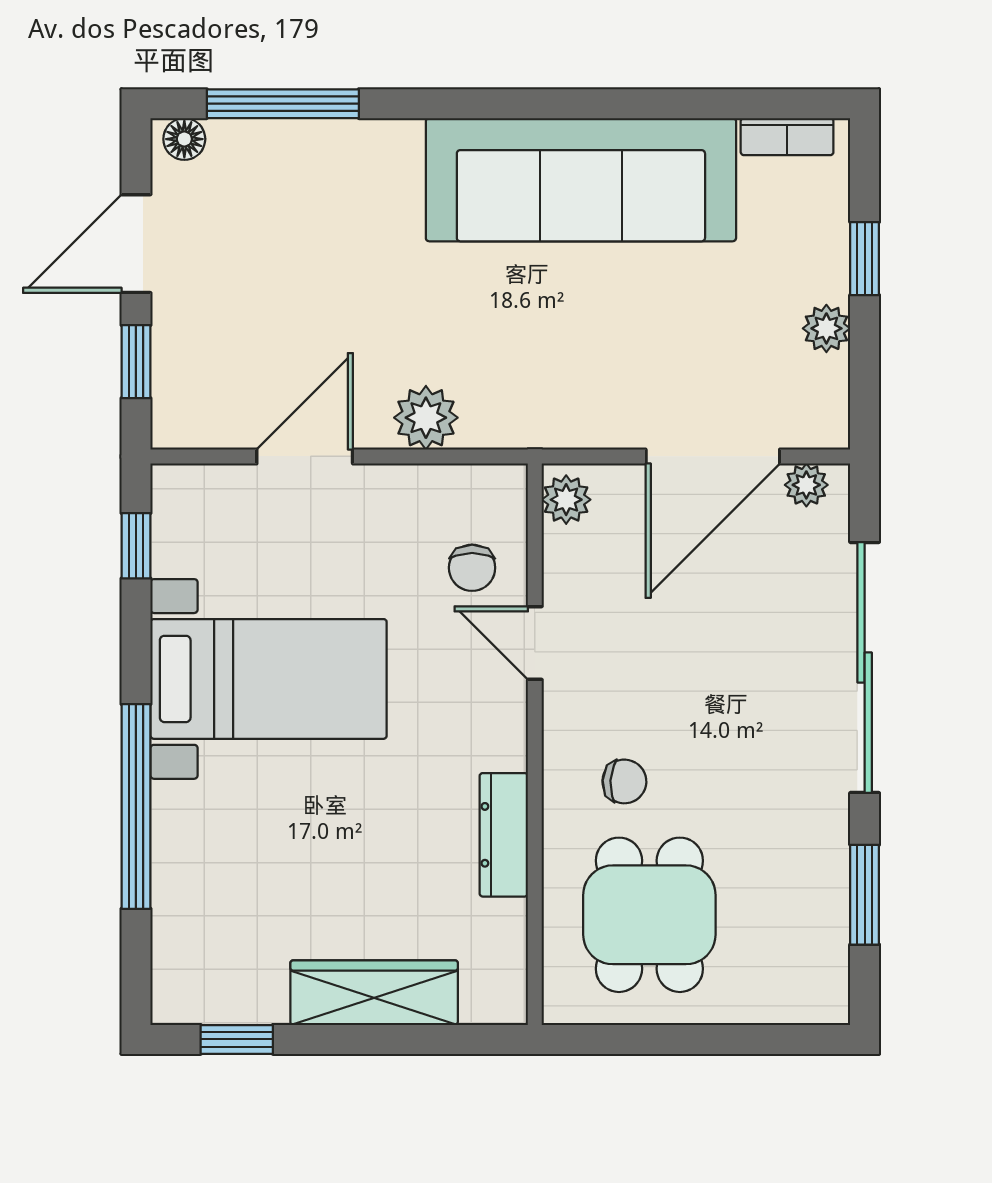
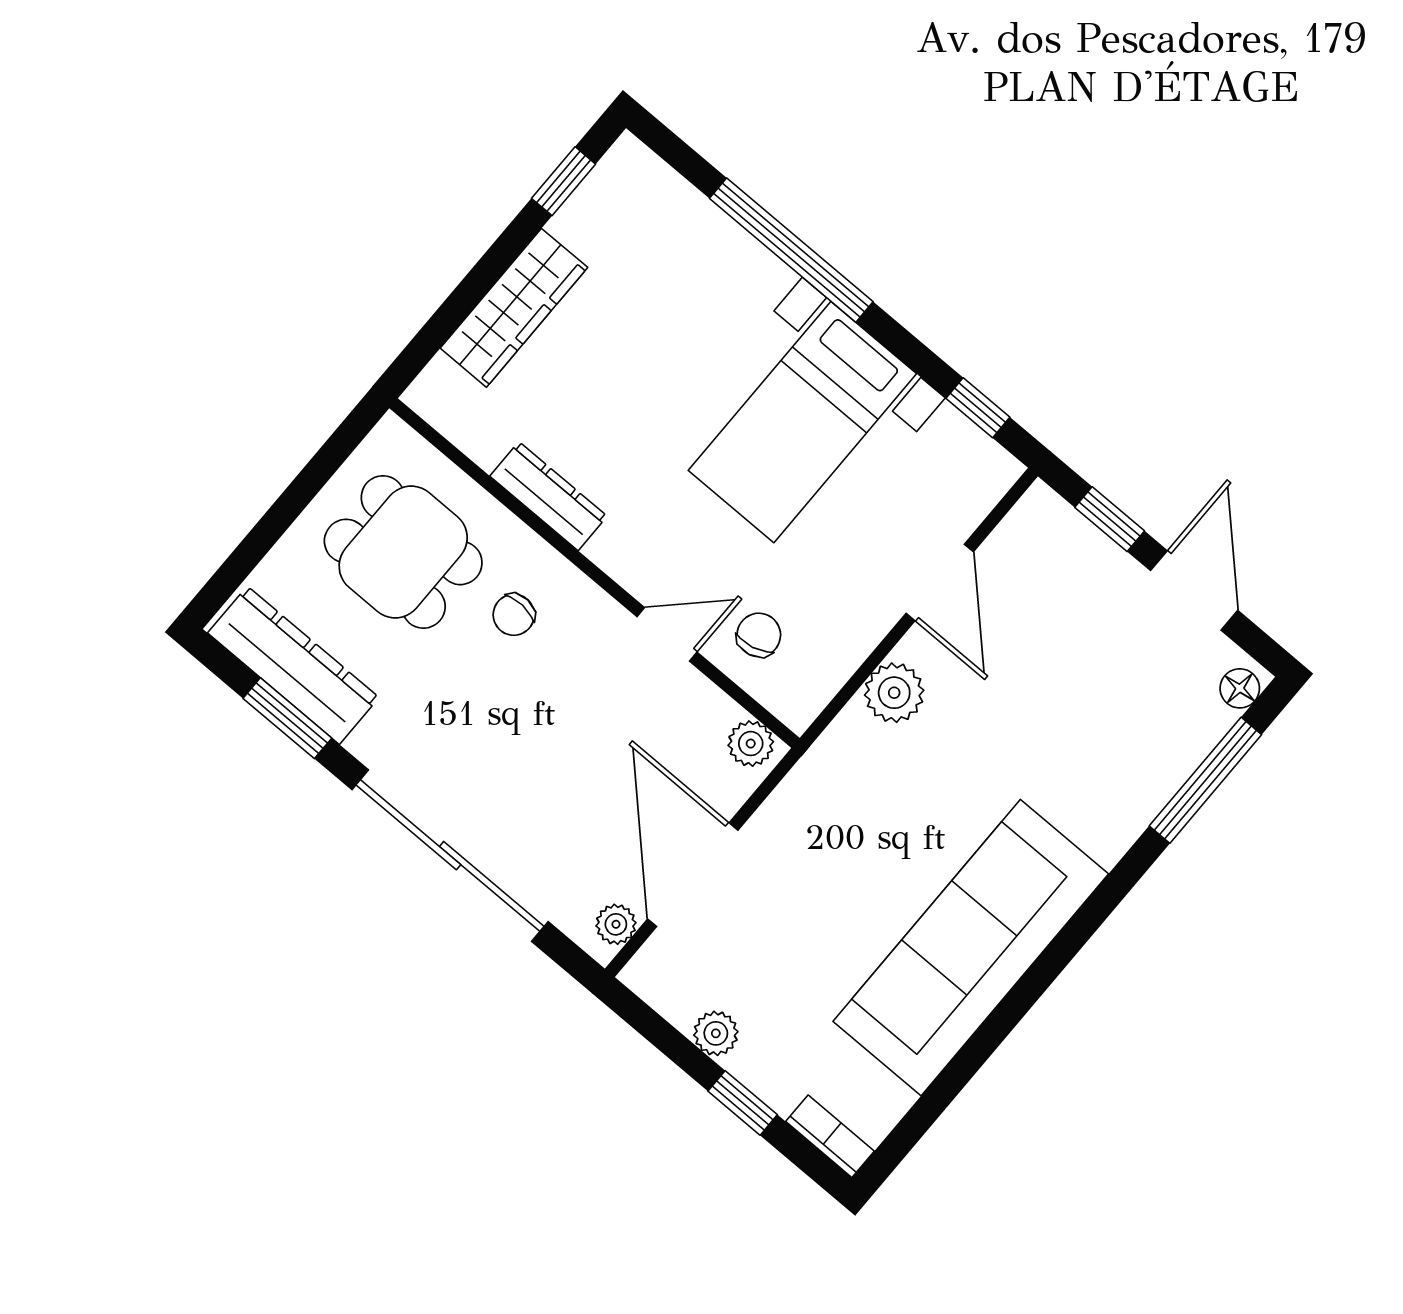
bookcase: (787, 137) -> (830, 1136), moved, turned 90
chair: (472, 568) -> (759, 635), turned 77
dresser: (817, 926) -> (293, 665), added

